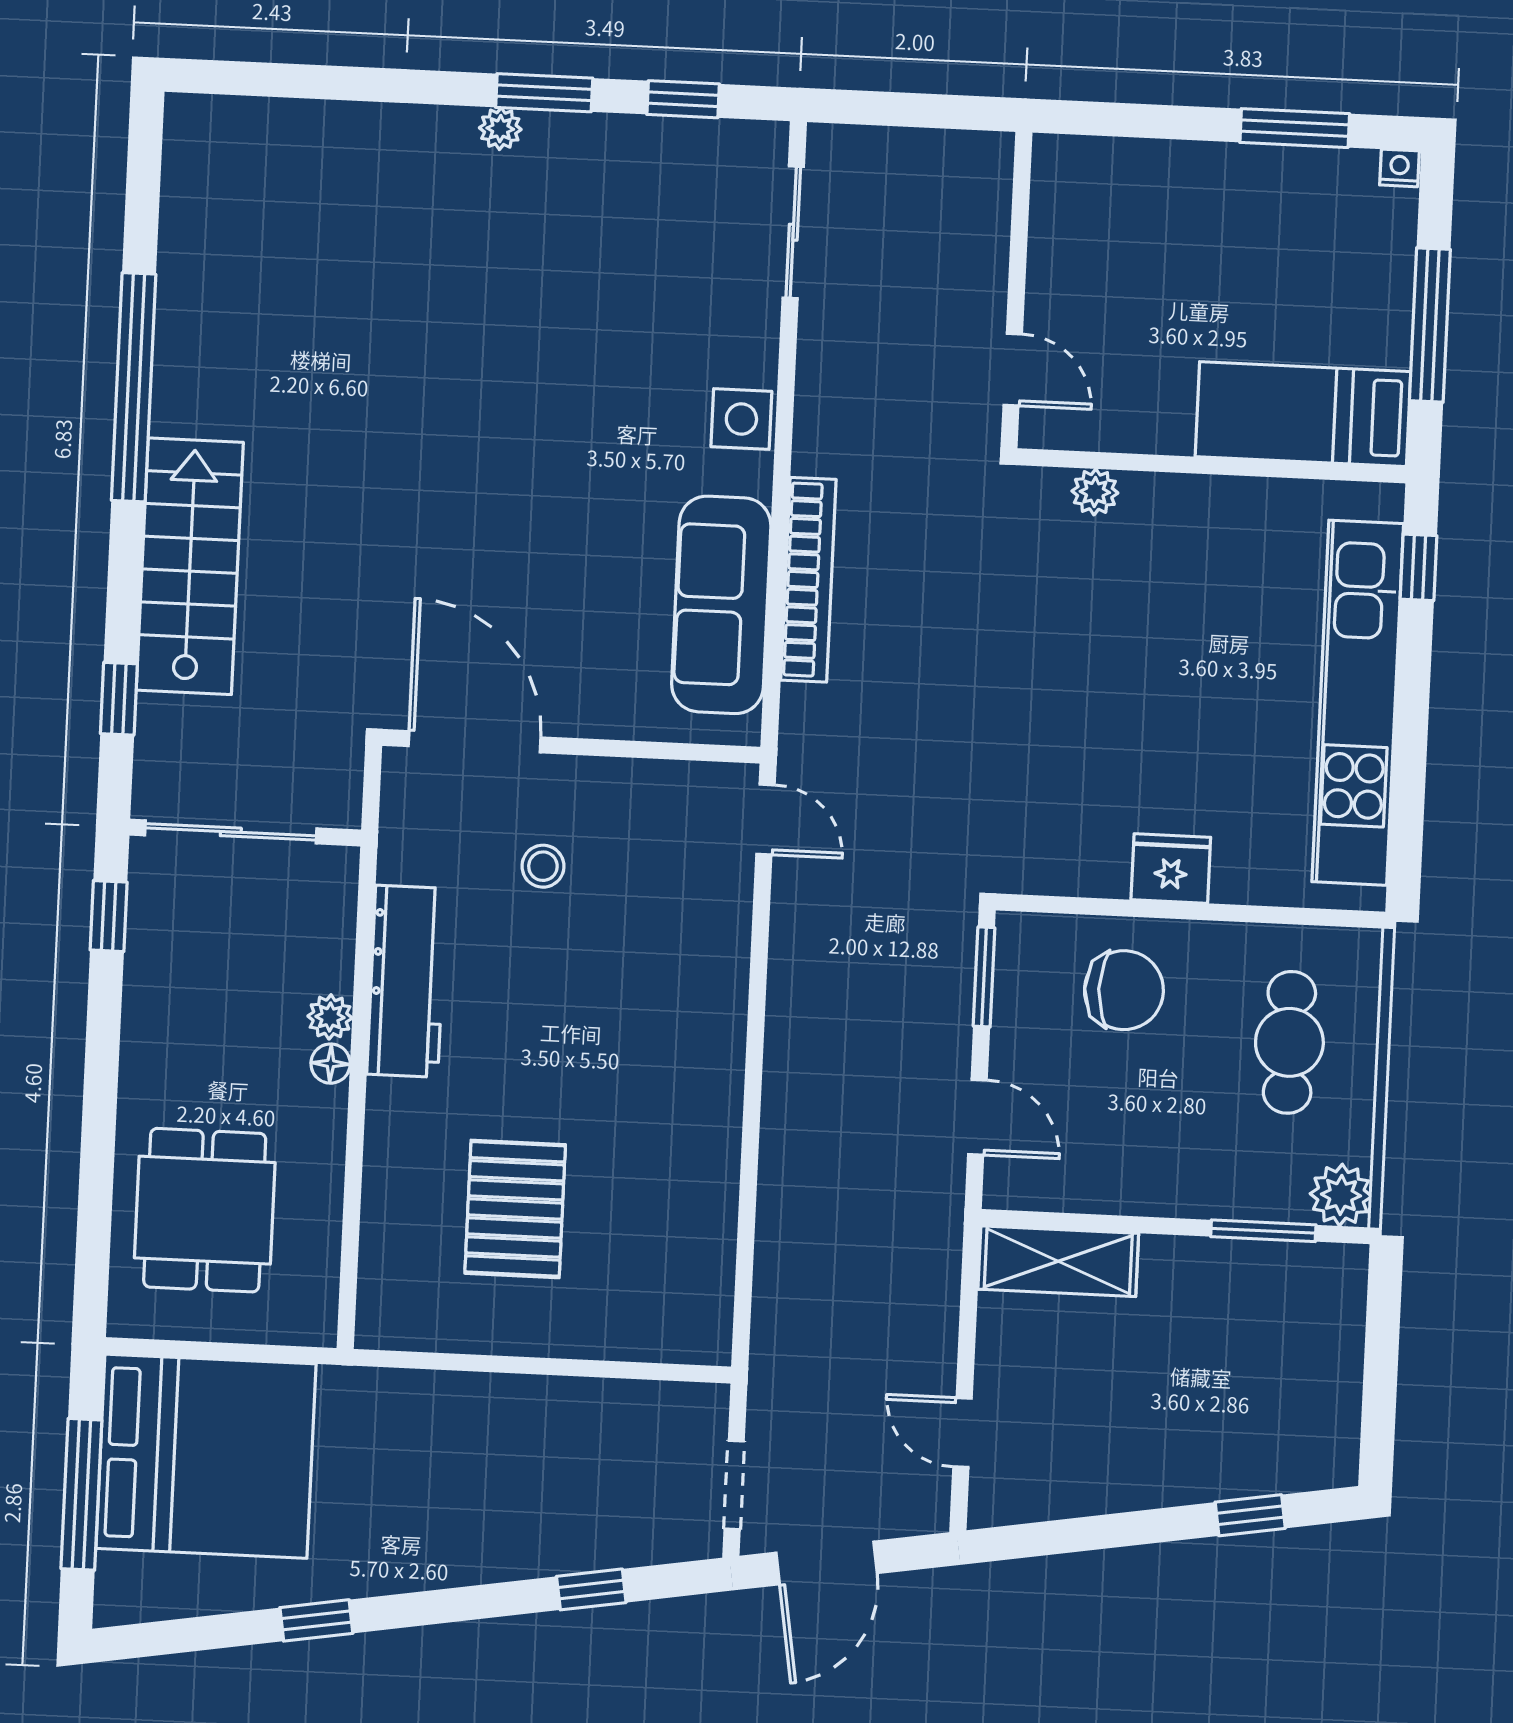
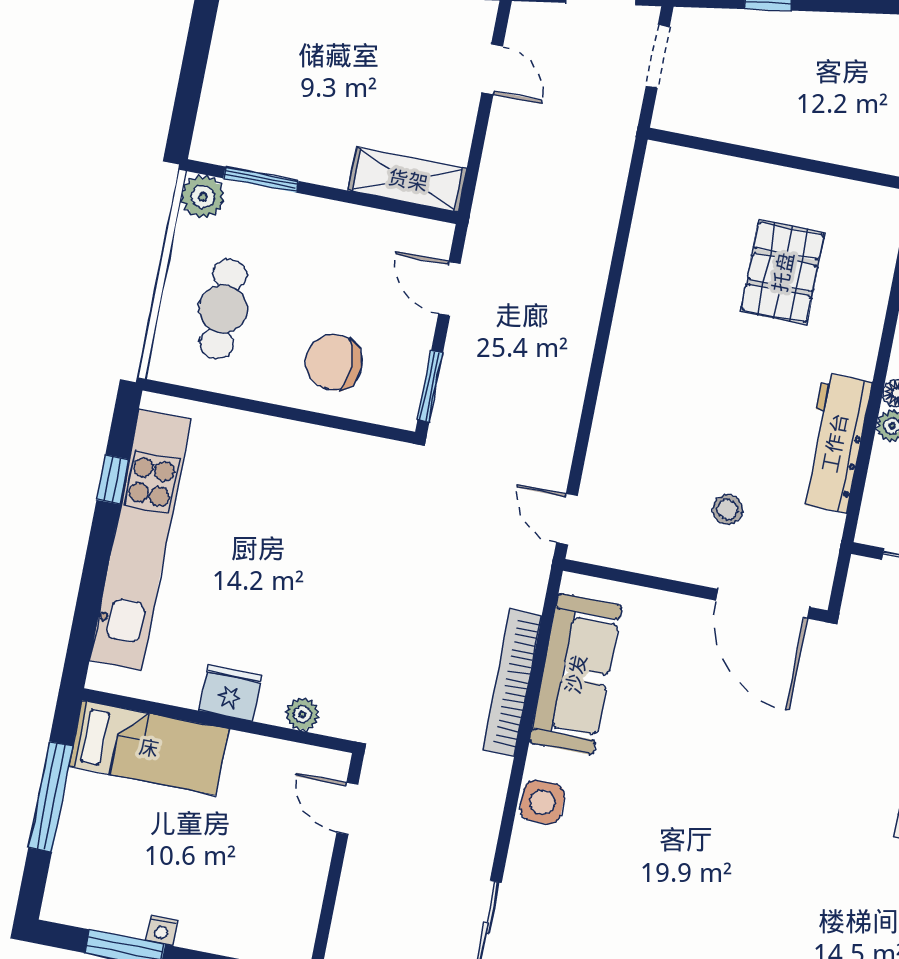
nightstand: (1399, 168) -> (162, 931), moved
window: (1418, 567) -> (113, 480), moved
fridge: (1171, 869) -> (230, 693), moved, turned 180

